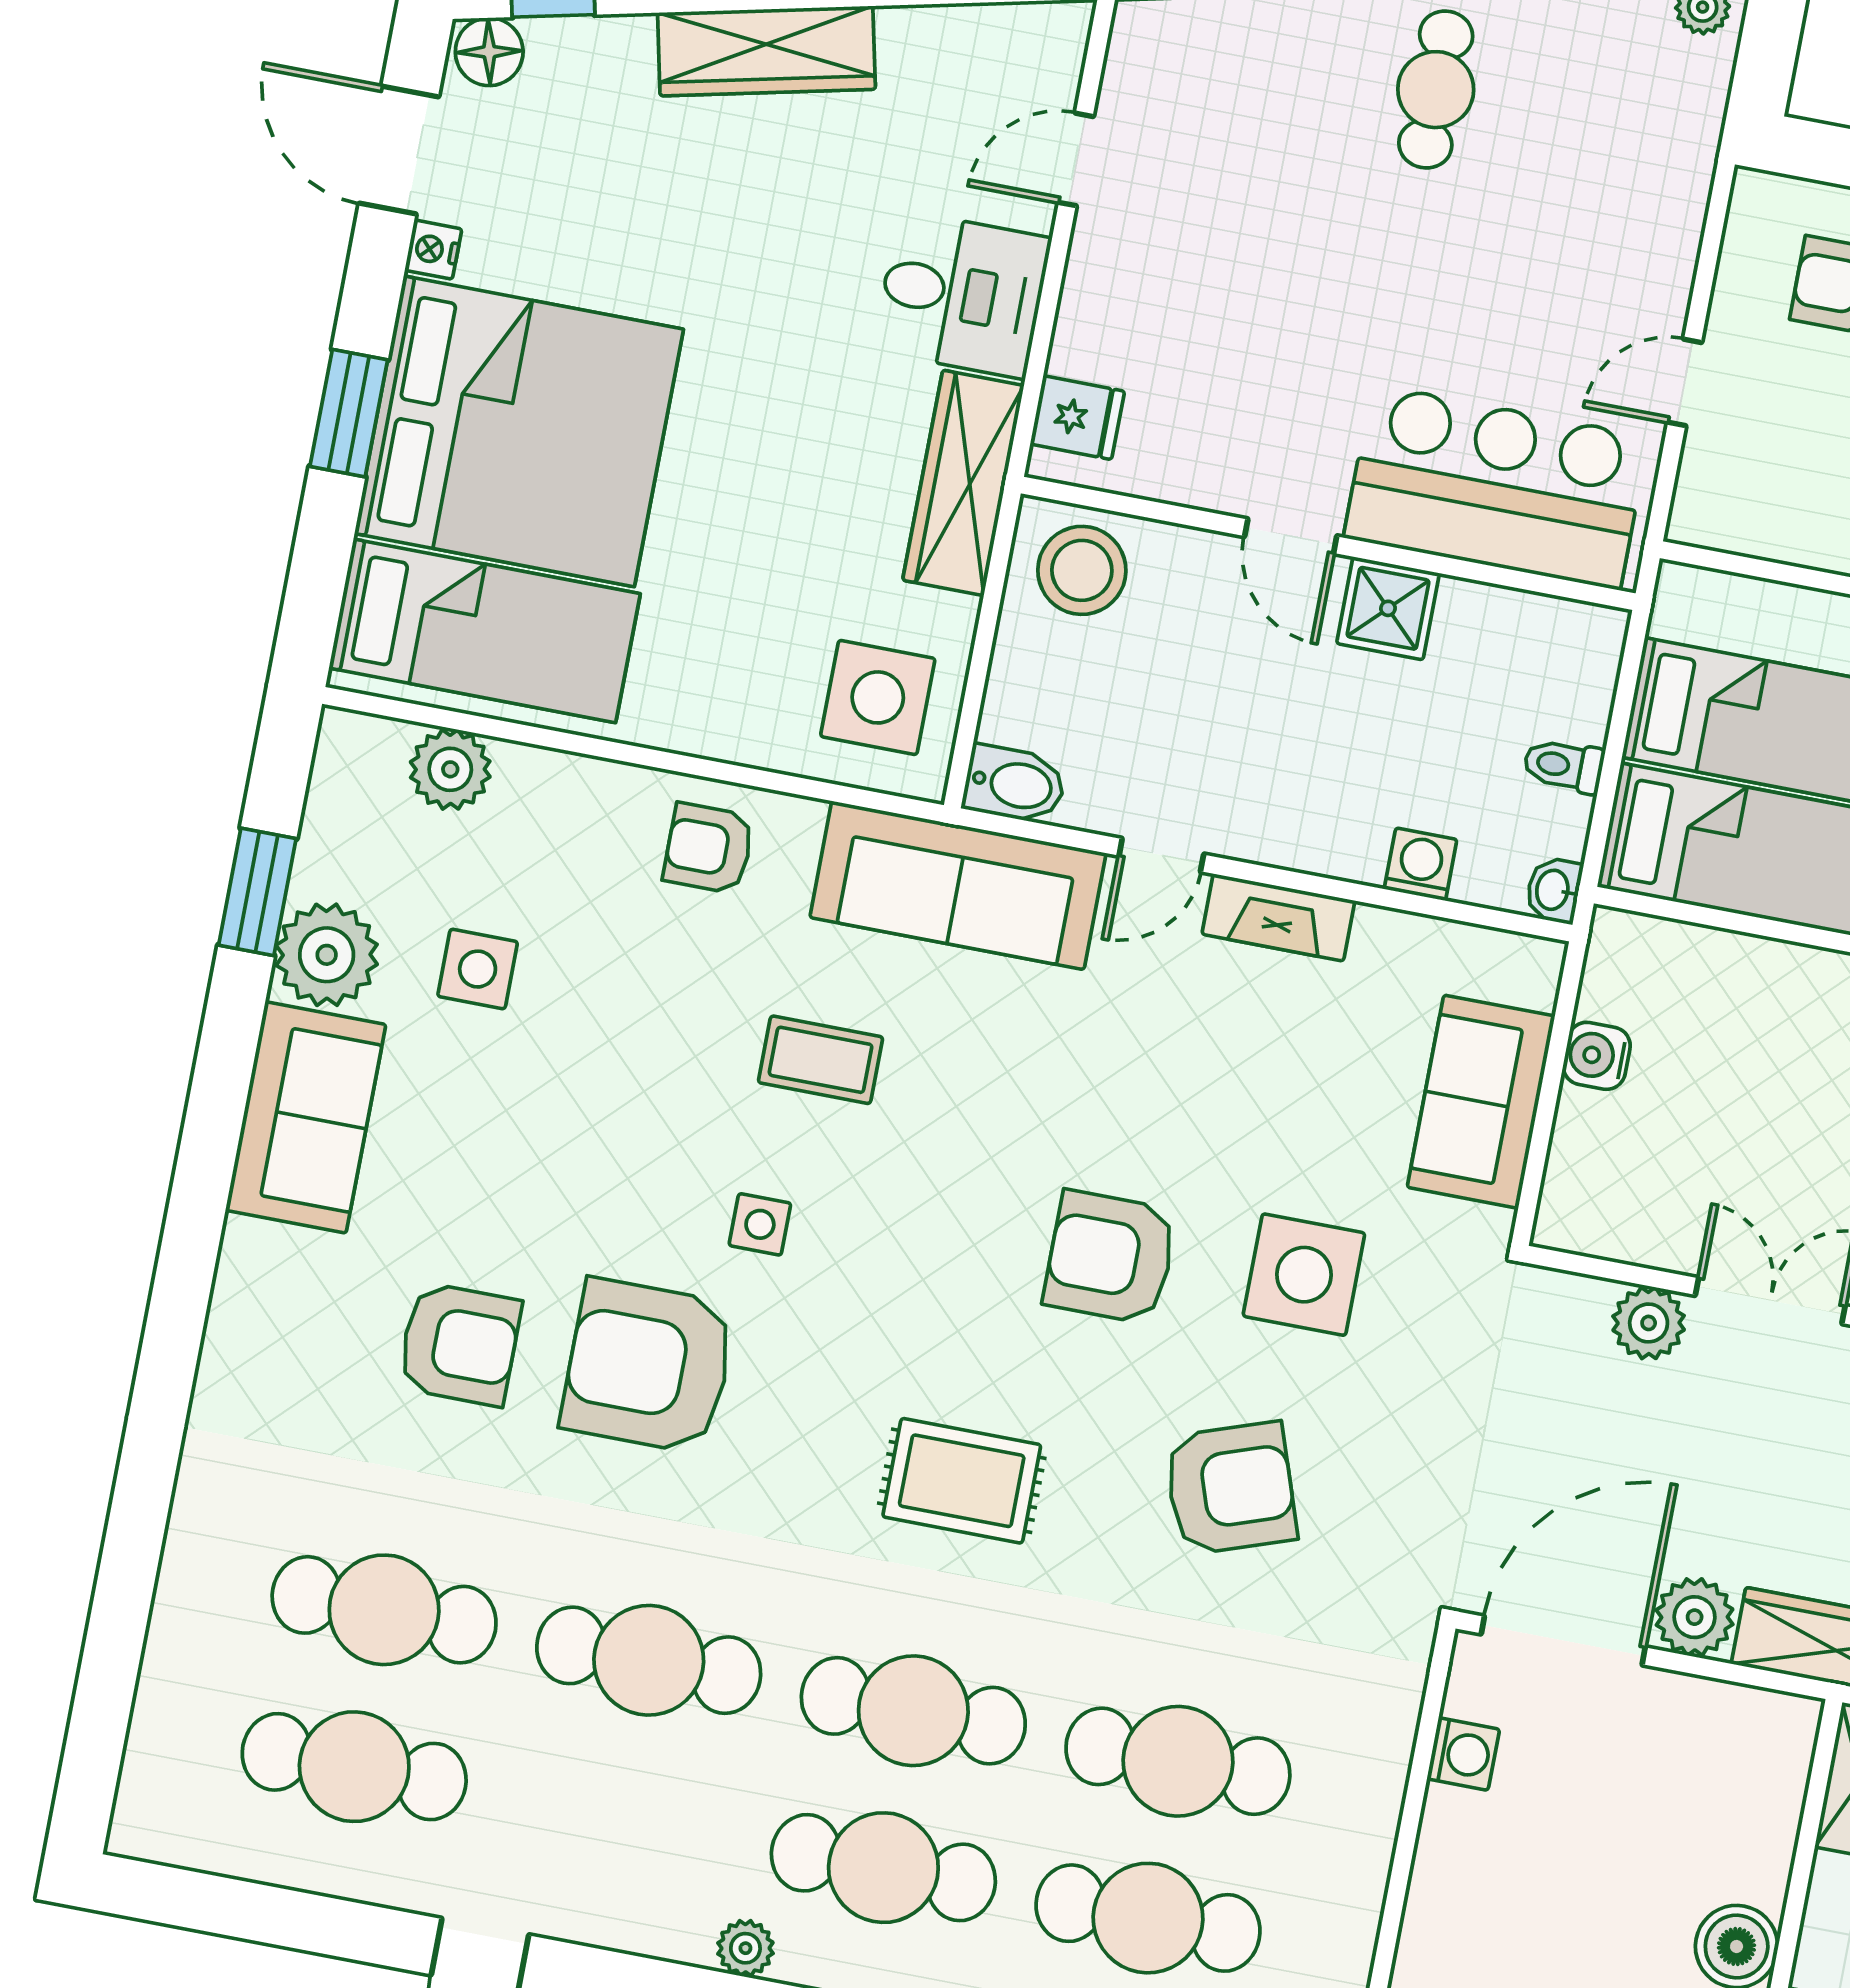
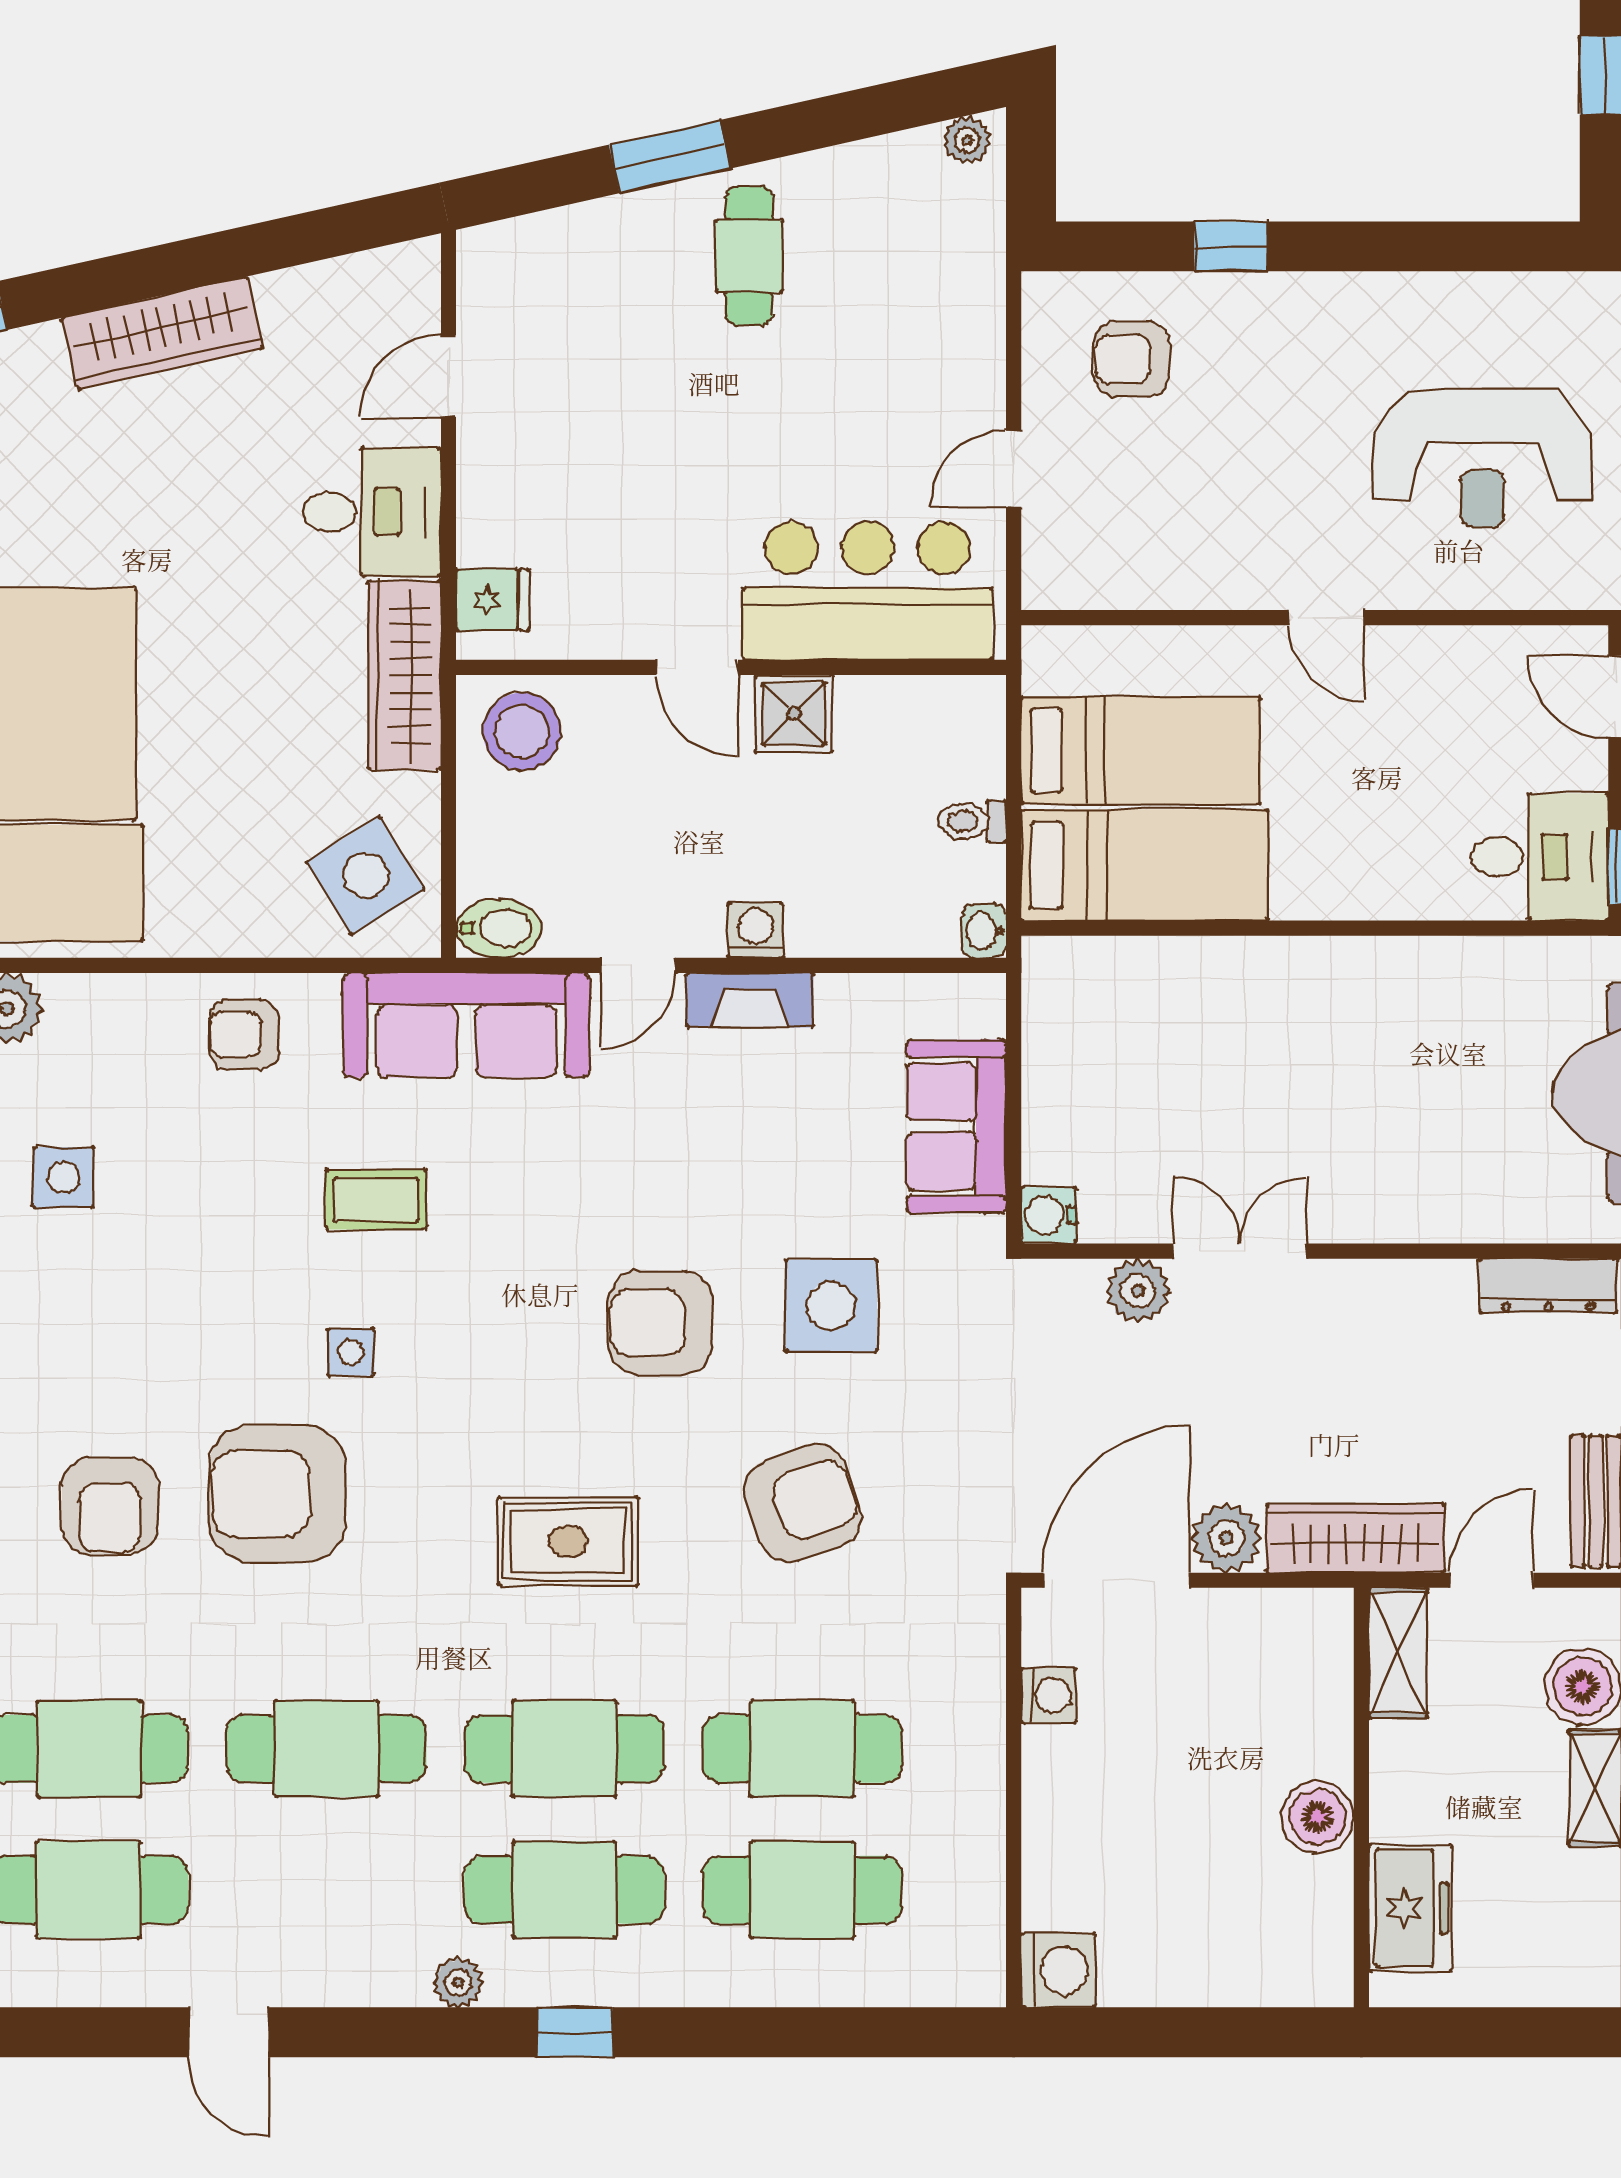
side table: (878, 697) -> (366, 876), turned -32
washing machine: (1421, 864) -> (756, 930), moved
water cooler: (1597, 1056) -> (1049, 1215), moved
armchair: (459, 1344) -> (110, 1506), turned 90

